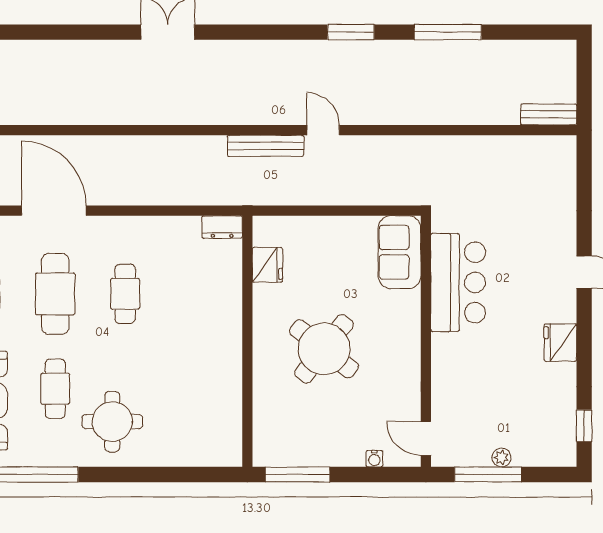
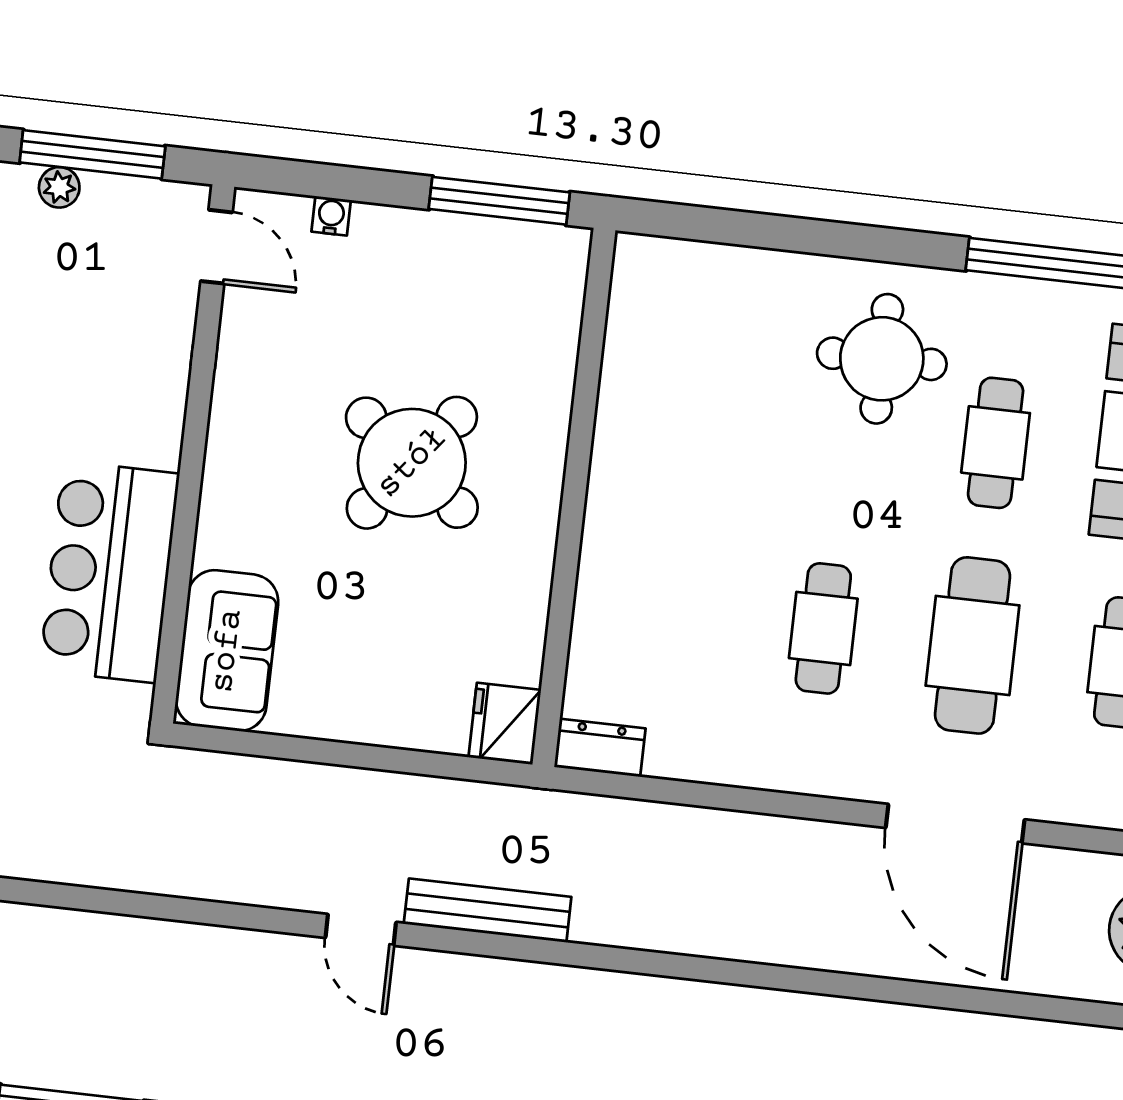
fridge: (267, 265) -> (505, 724), moved

